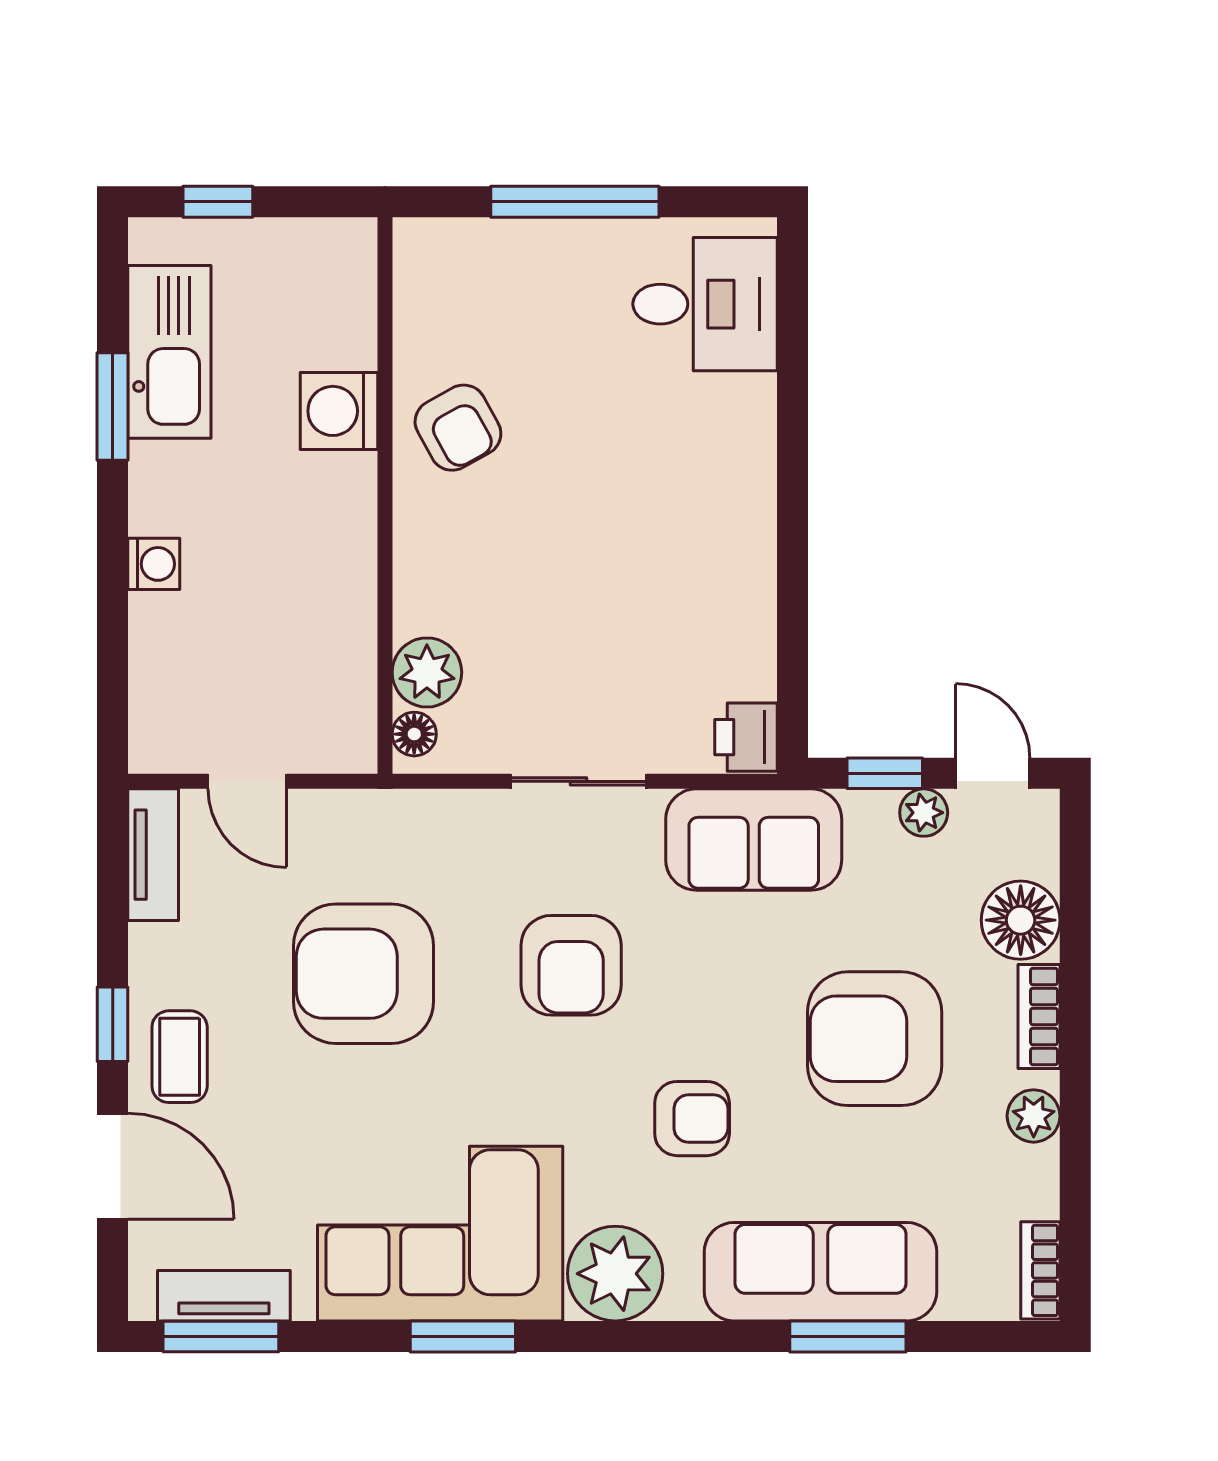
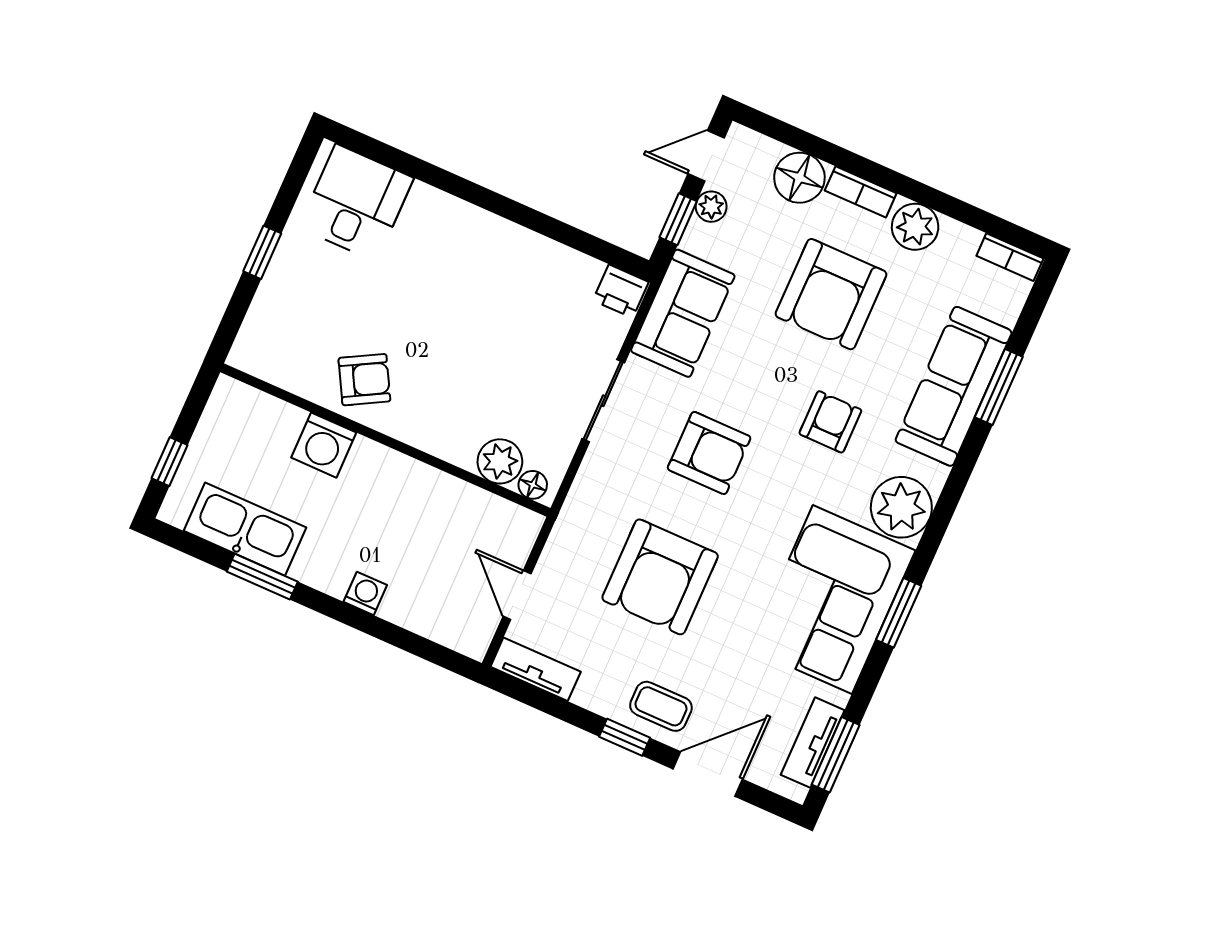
window: (575, 202) -> (262, 252), width x0.46
door: (247, 781) -> (517, 595), swing flipped
plant: (1034, 1116) -> (915, 227), width x1.38, depth x1.38

